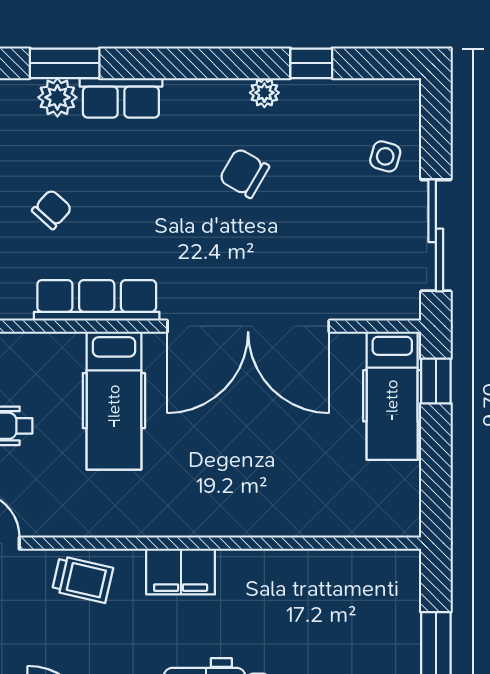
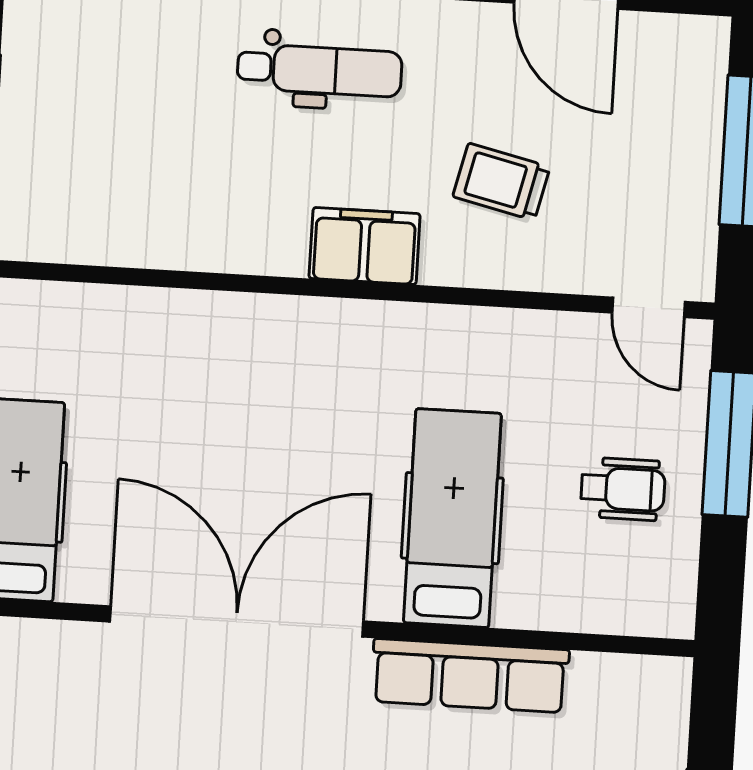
trolley: (83, 579) -> (501, 182), moved

